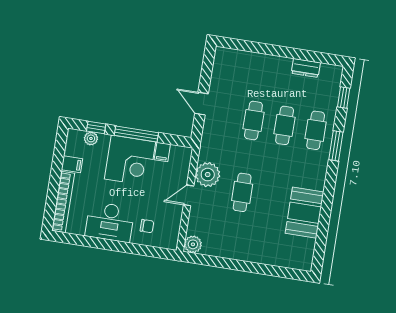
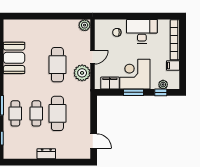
dresser: (306, 68) -> (46, 154), moved
door: (202, 104) -> (94, 141), moved
cafe table: (253, 120) -> (57, 113), width x1.37, depth x1.35
window: (136, 134) -> (134, 92), width x0.69
filing cabinet: (162, 152) -> (110, 83), width x2.00
cafe table: (242, 192) -> (57, 65), width x1.37, depth x1.35

